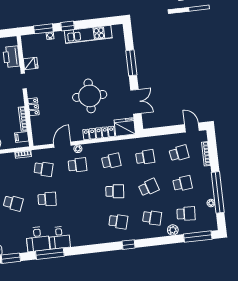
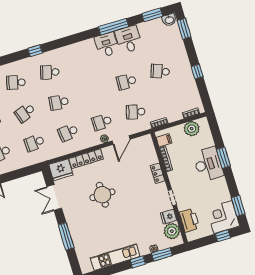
plant: (30, 49) -> (172, 231), added
round table: (90, 96) -> (102, 195), width x0.73, depth x0.73

